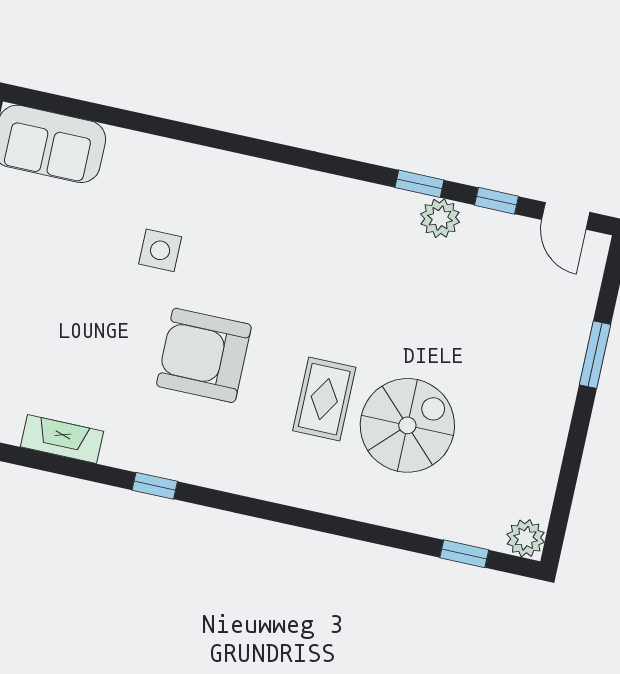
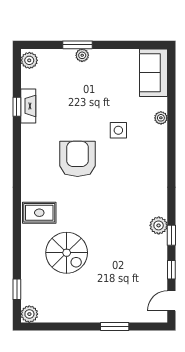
plant: (153, 150) -> (161, 118), added
plant: (440, 218) -> (159, 225), moved
rug: (324, 399) -> (39, 213), moved
window: (155, 486) -> (17, 107), moved

